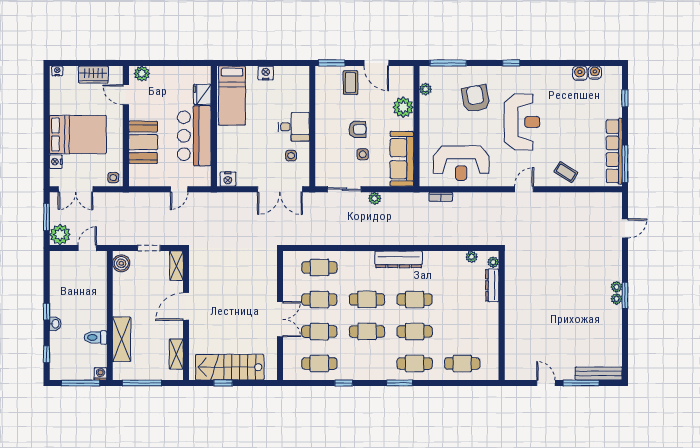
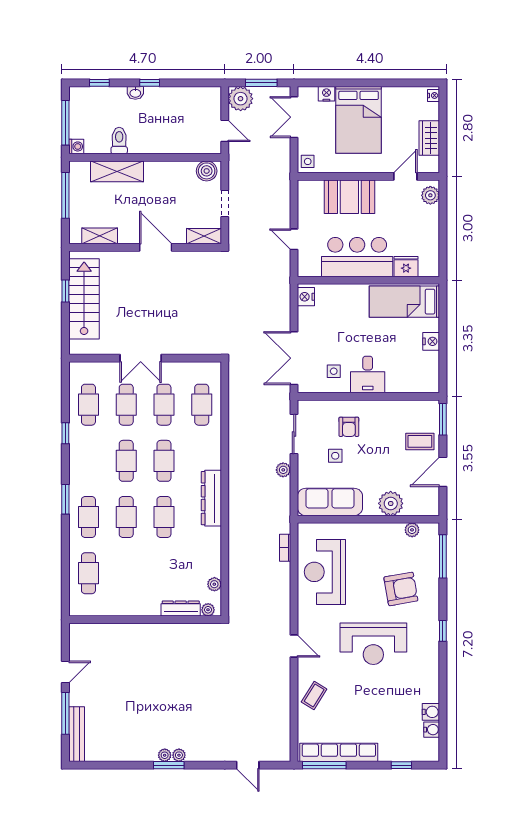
armchair: (357, 129) -> (349, 427), moved

